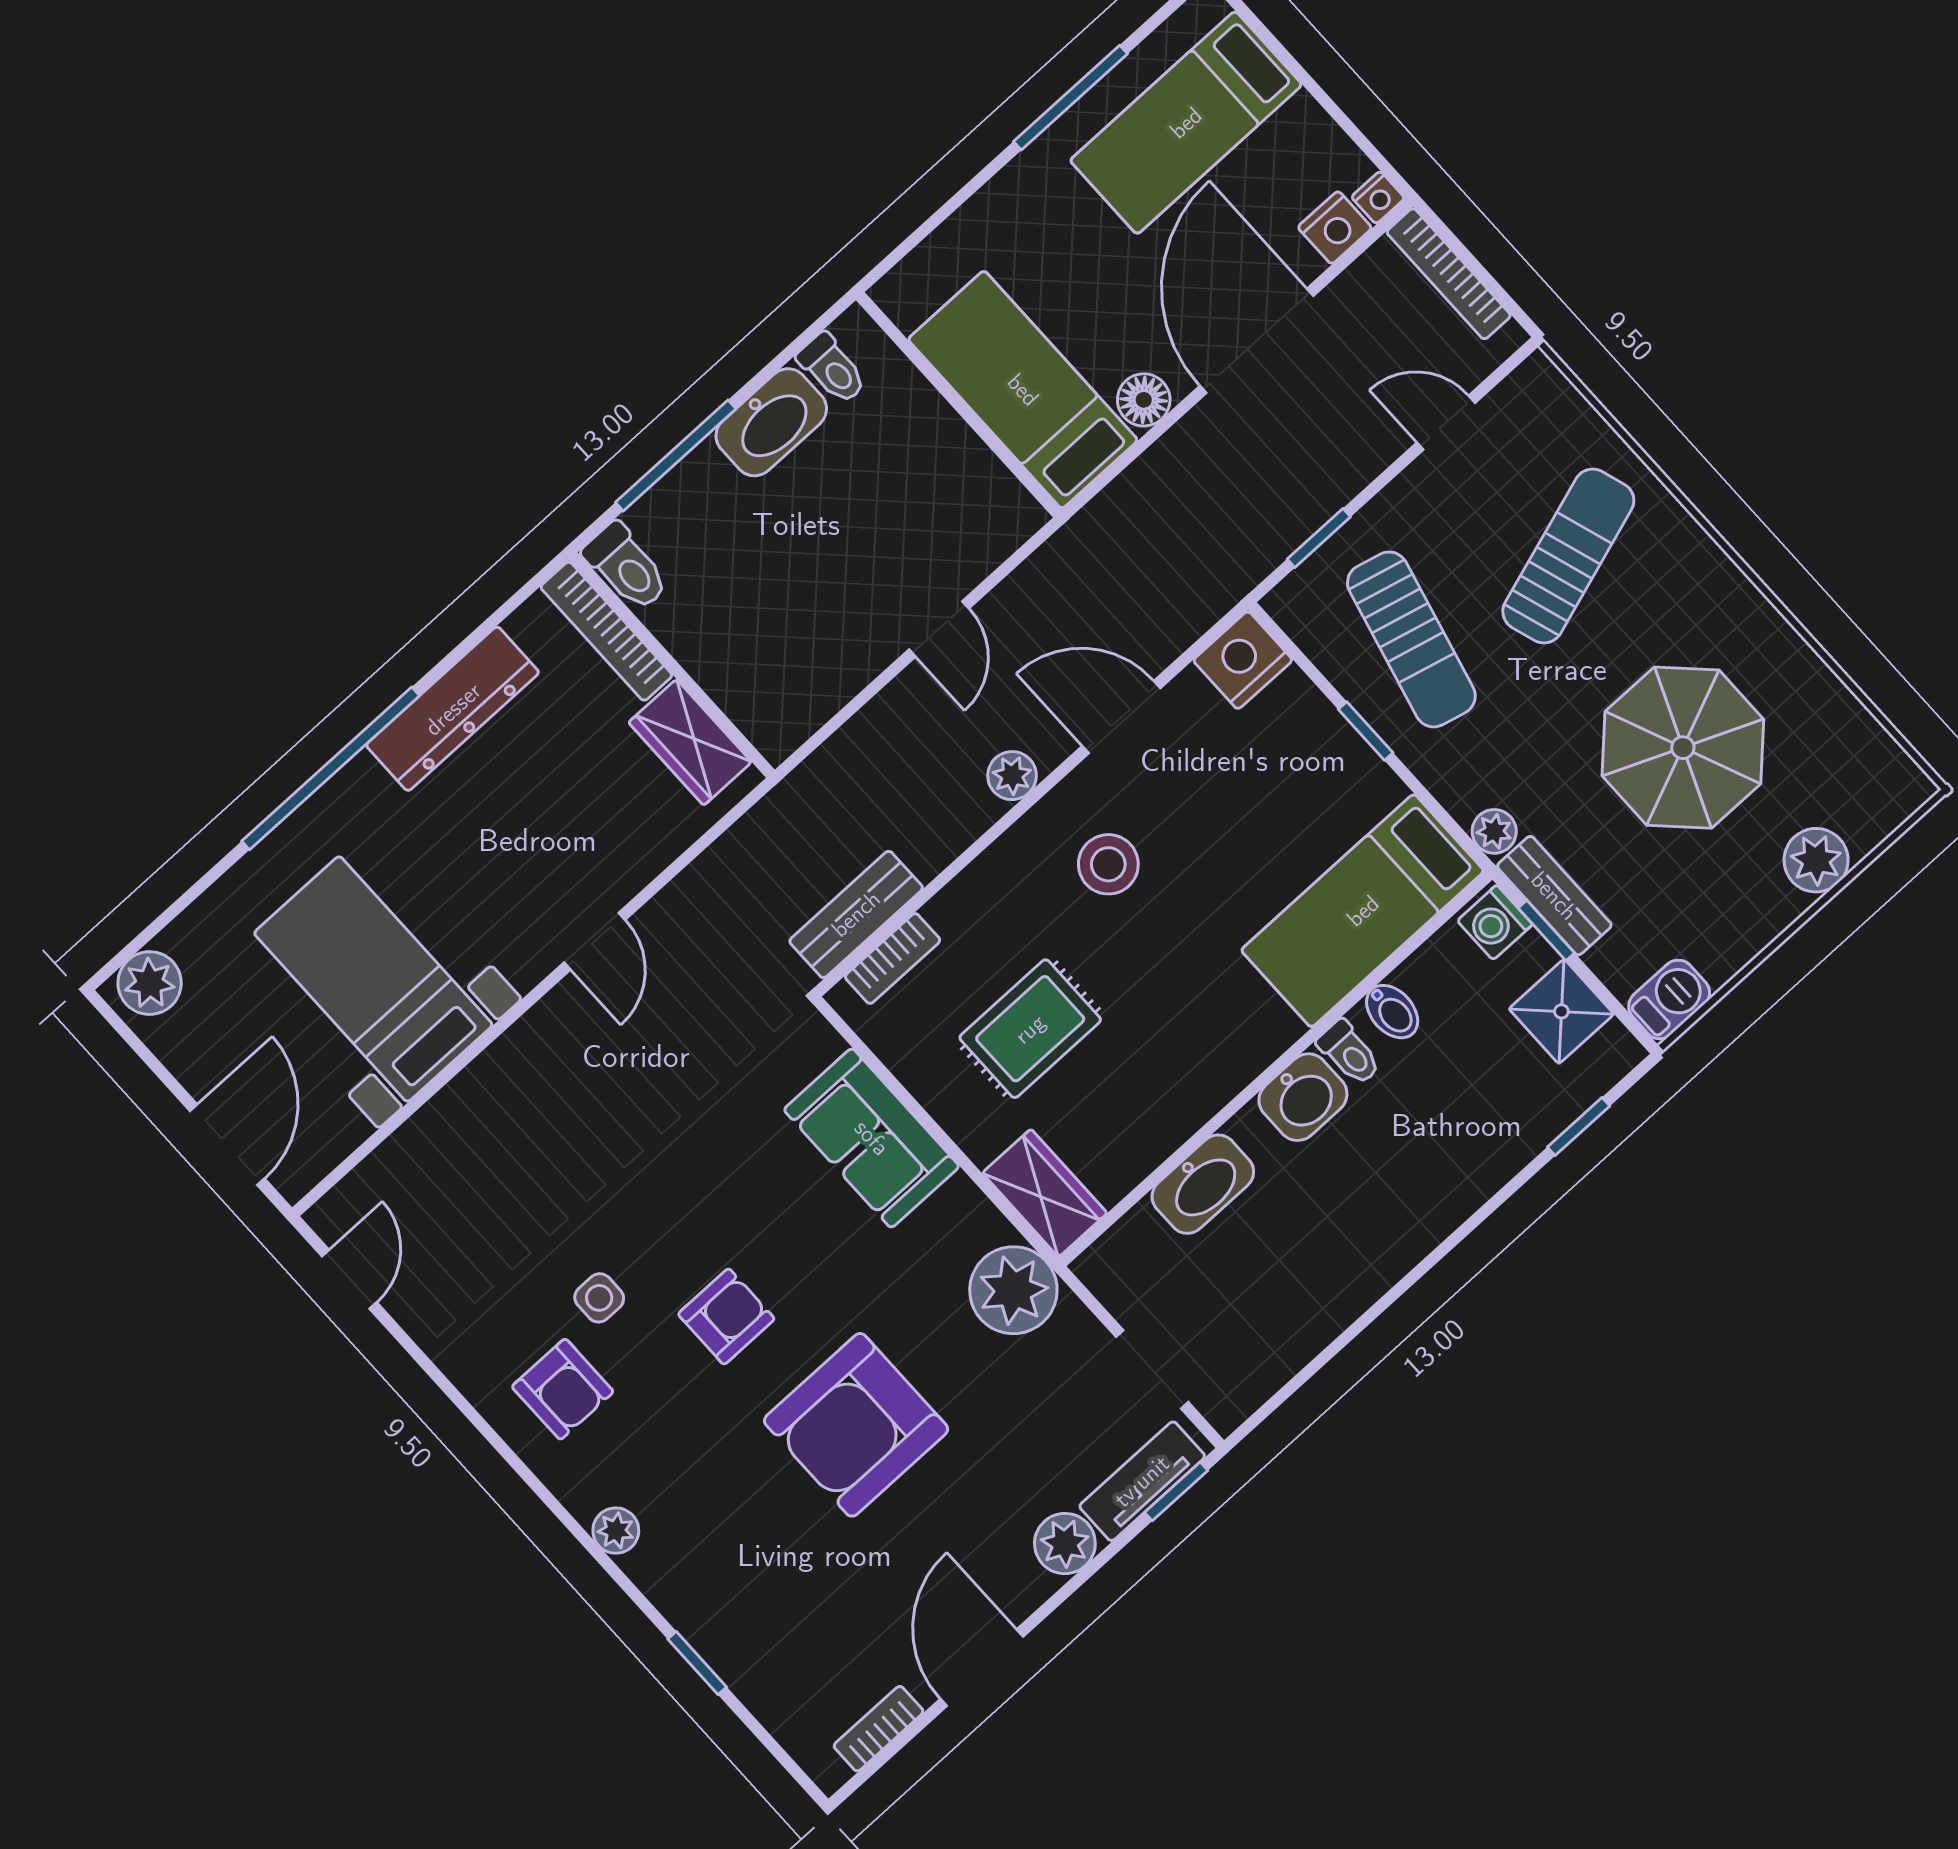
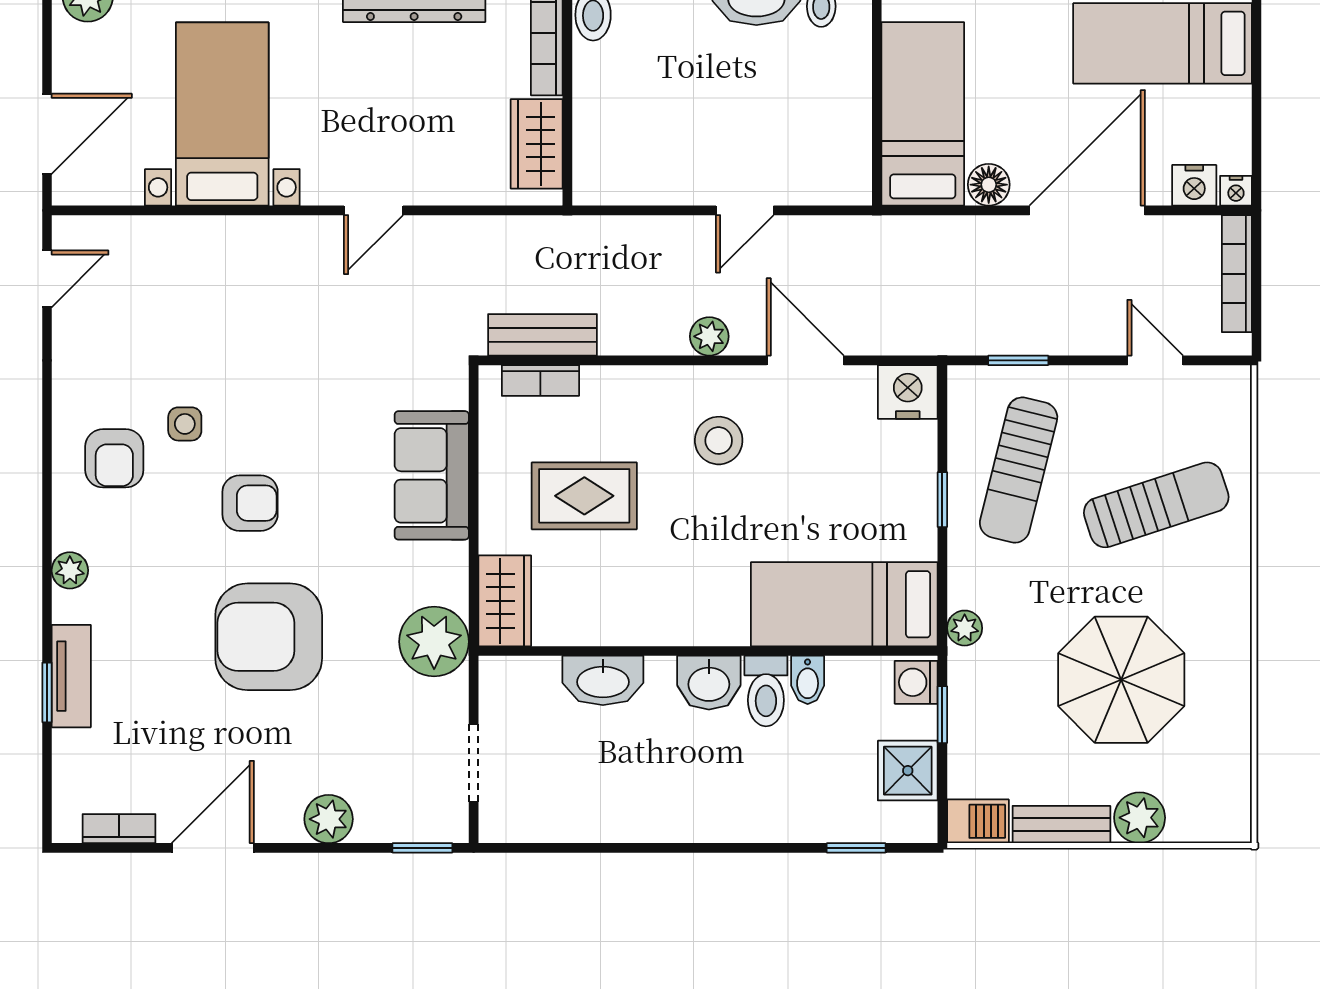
bench: (1554, 896) -> (1061, 825), moved, turned 90
toilet: (1349, 1053) -> (766, 691), width x1.37, depth x1.39
tv unit: (1142, 1481) -> (71, 676), moved, turned 90

